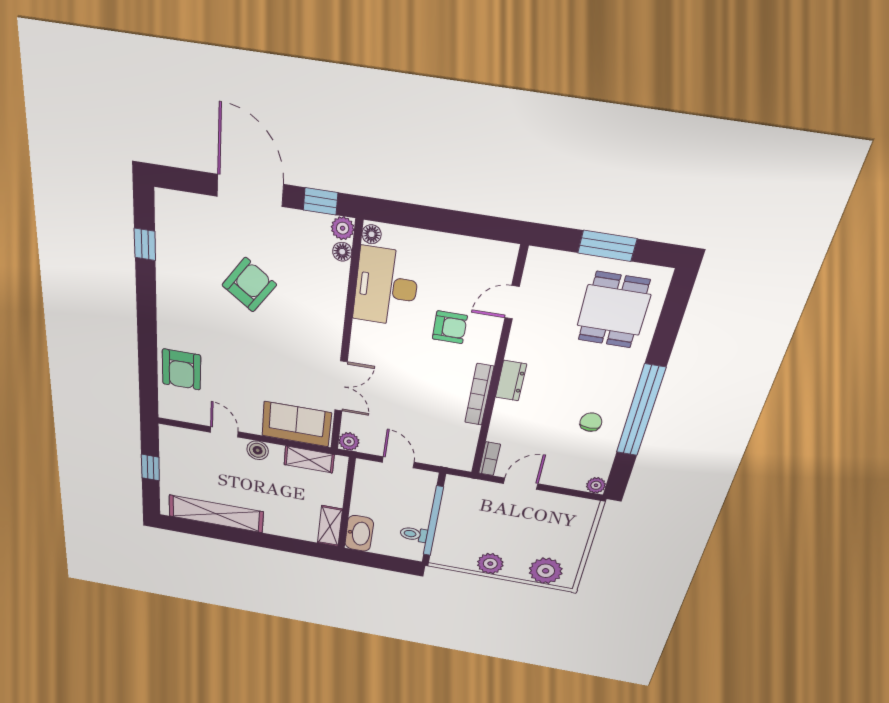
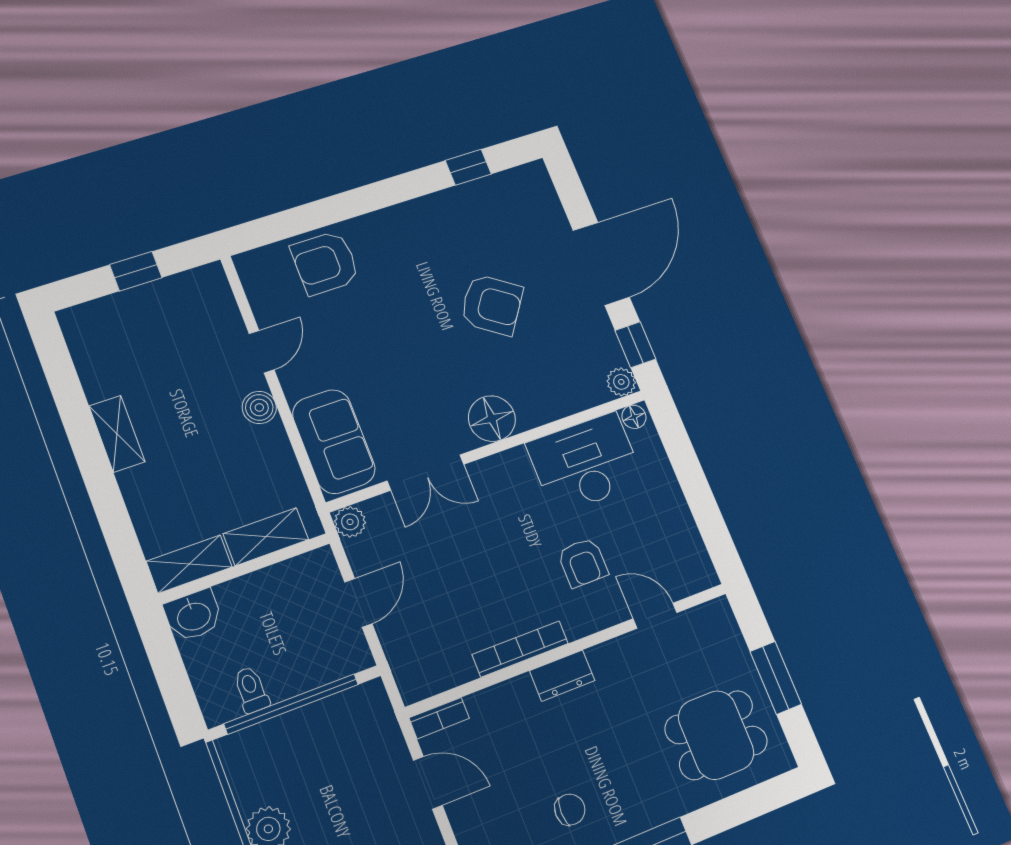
floor lamp: (342, 252) -> (492, 419), moved, width x1.89, depth x1.89
shelving: (309, 460) -> (266, 537), moved, turned 90
shelving: (216, 514) -> (117, 434), width x0.45, depth x0.75
washbasin: (359, 533) -> (193, 615), width x0.72

